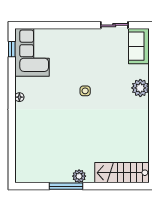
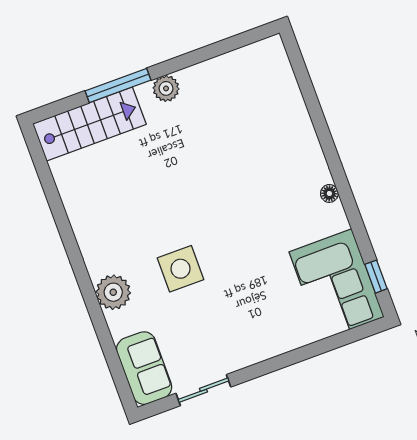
side table: (85, 91) -> (180, 269), moved, width x1.87, depth x1.87
window: (66, 186) -> (118, 85), moved

